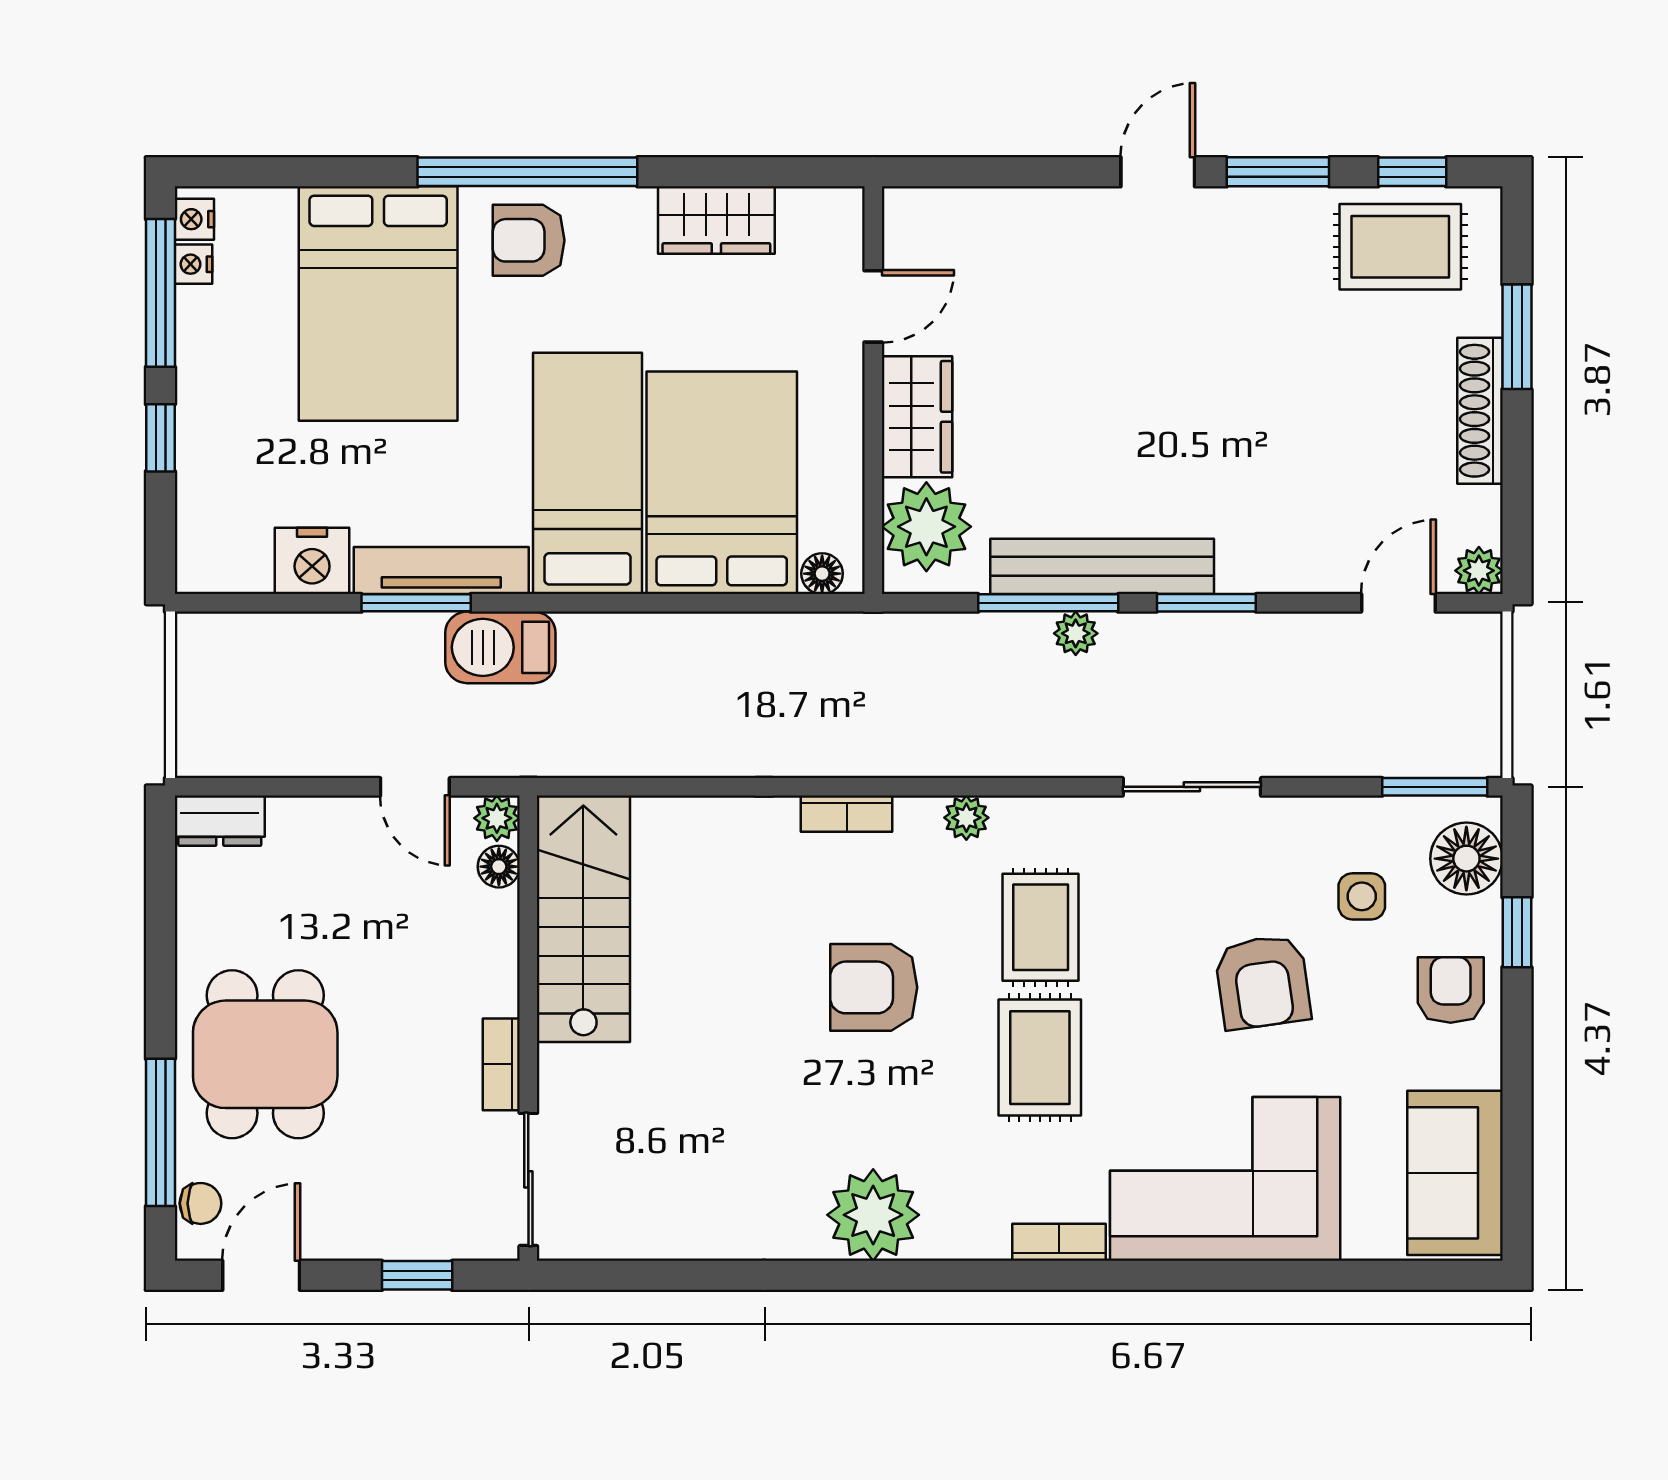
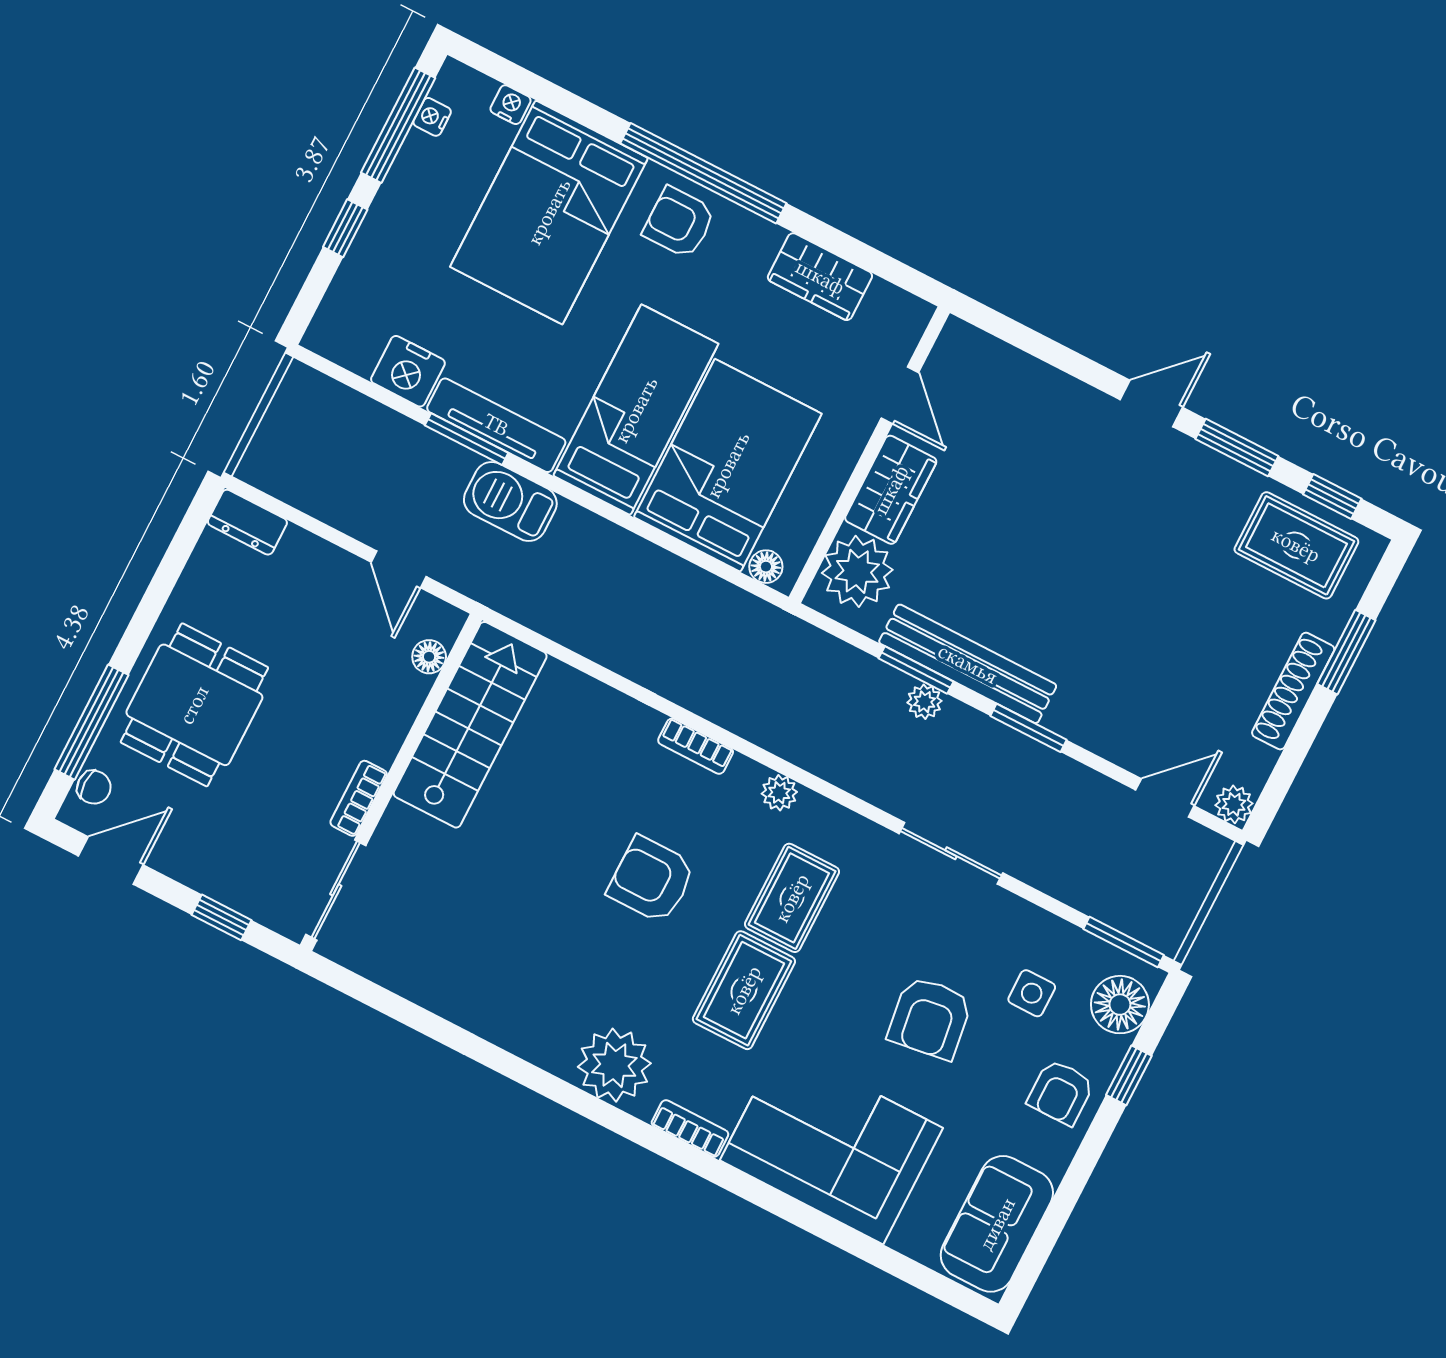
nightstand: (194, 219) -> (511, 105), moved, turned 90
door: (873, 306) -> (900, 395), hinge flipped
window: (1048, 603) -> (916, 670), width x0.69
plant: (497, 818) -> (445, 622), removed
armchair: (1451, 990) -> (1061, 1092), turned 180
plant: (873, 1215) -> (614, 1065), moved

